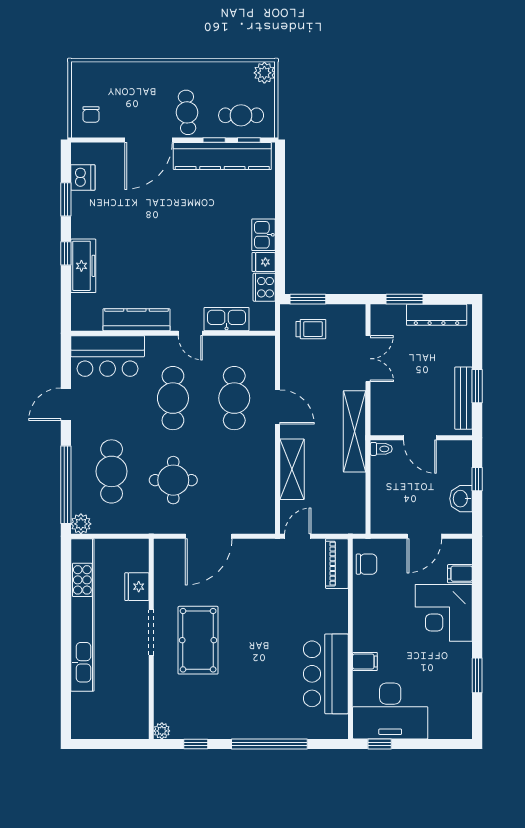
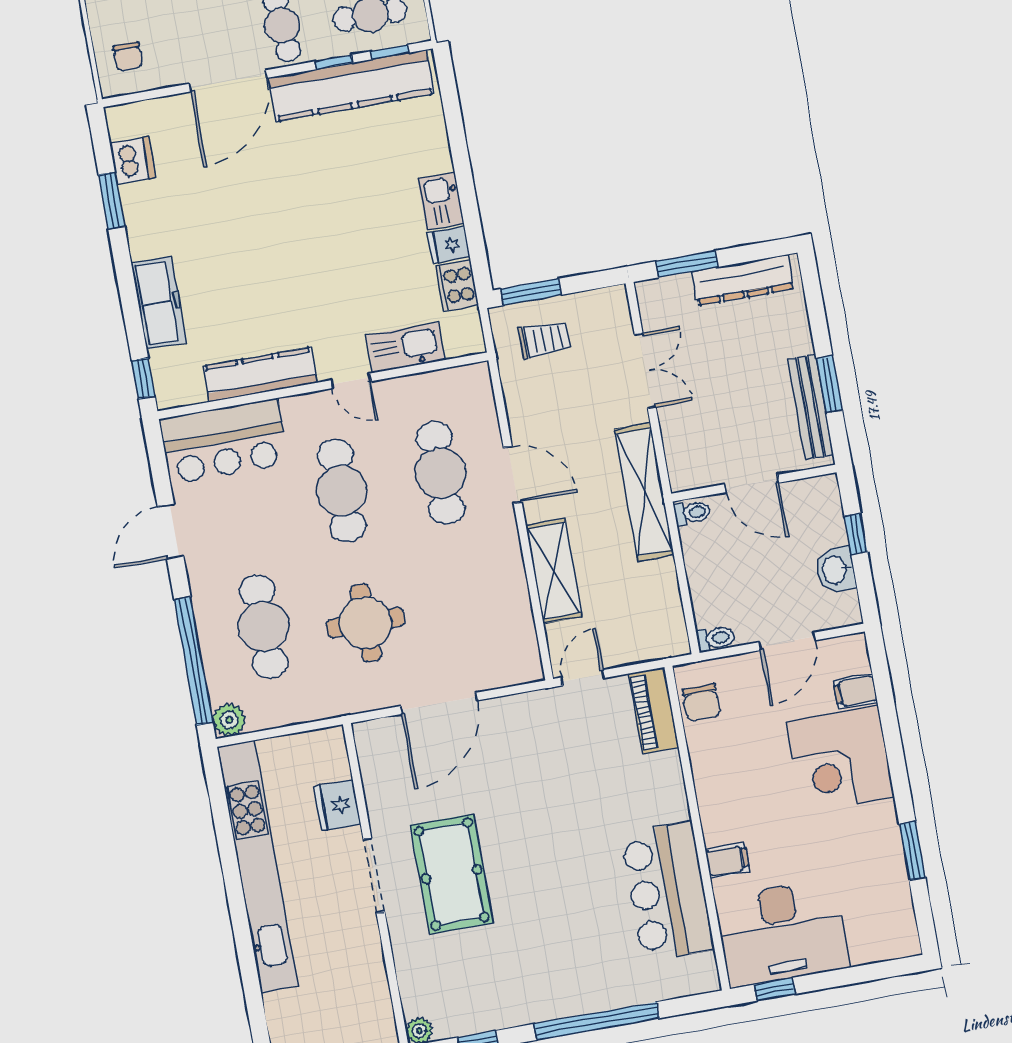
window: (66, 253) -> (143, 378), moved
toilet: (382, 527) -> (716, 638), added
chair: (367, 564) -> (702, 703), turned 90

